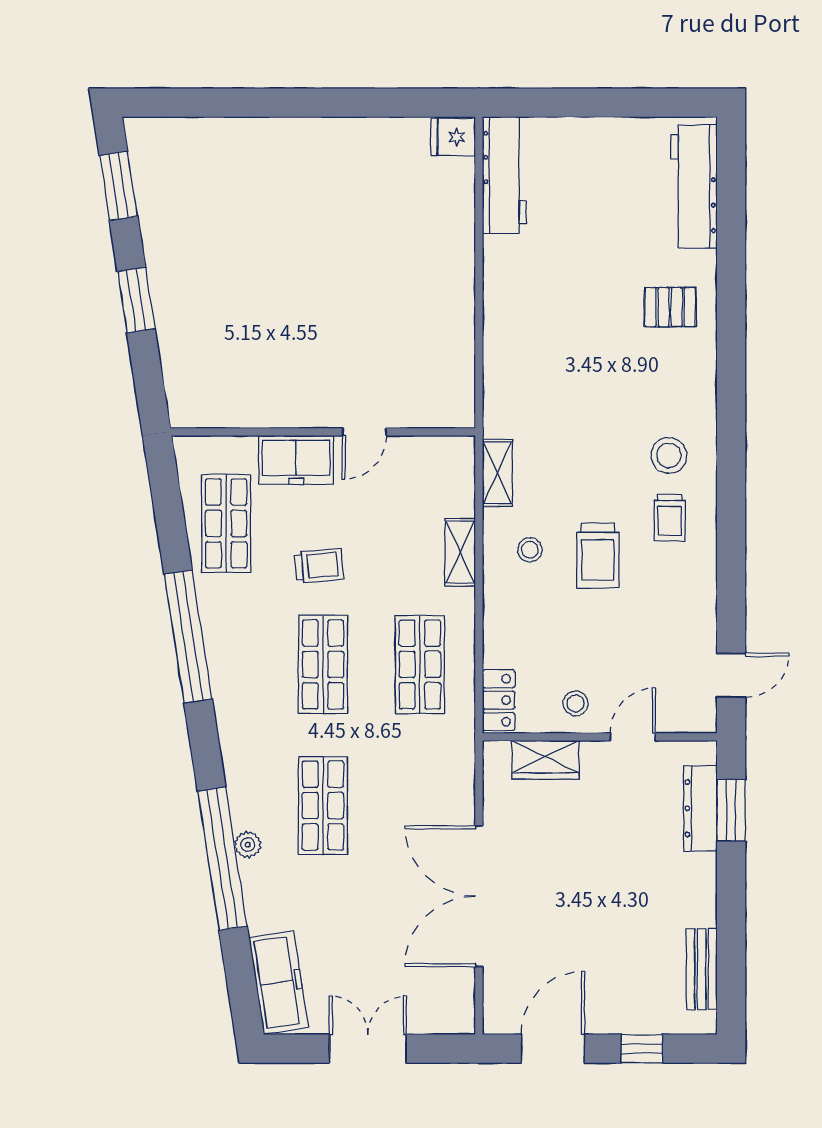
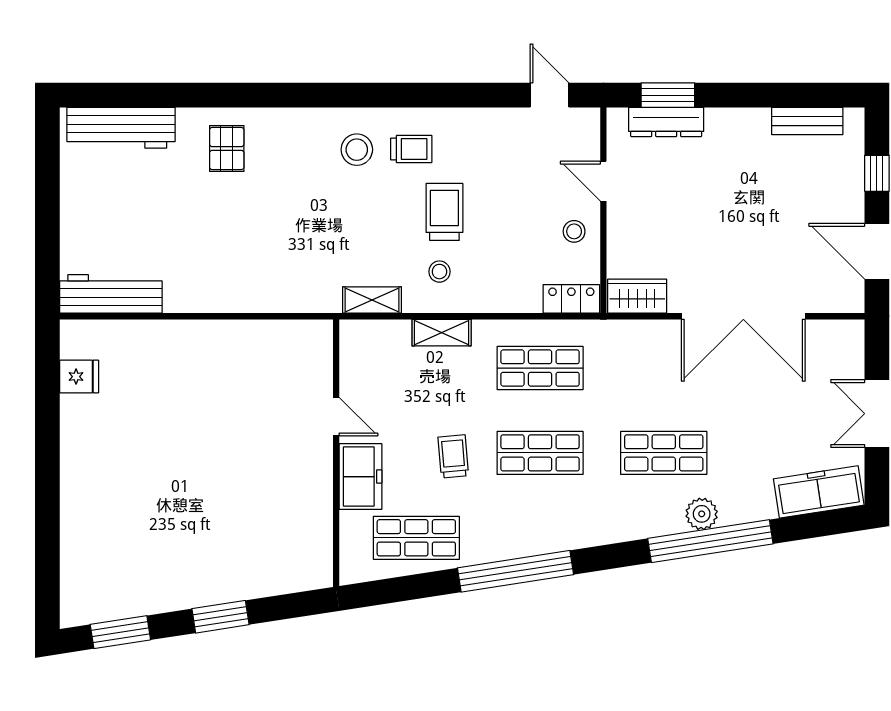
fridge: (453, 137) -> (79, 377), moved, turned -90
trolley: (598, 555) -> (444, 212), turned -90
wardrobe: (545, 760) -> (637, 296), moved, turned -90
plant: (248, 845) -> (702, 514), width x1.38, depth x1.38

